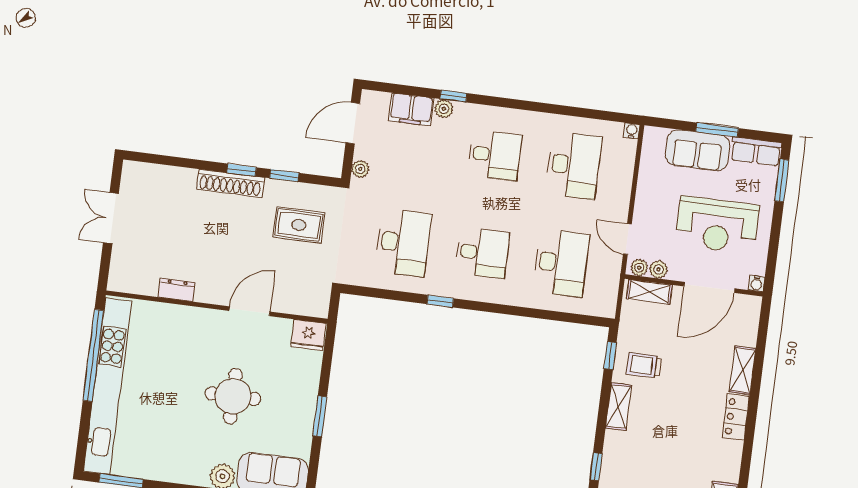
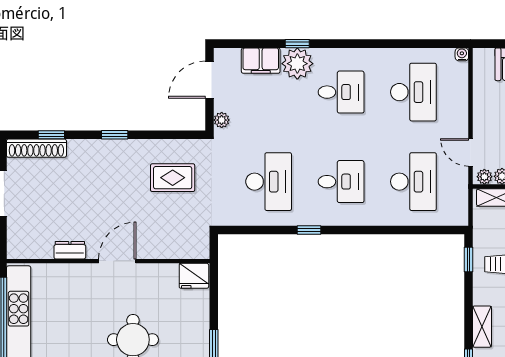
plant: (444, 109) -> (297, 64), width x1.88, depth x1.88
window: (284, 175) -> (51, 135), moved
shoe rack: (230, 183) -> (36, 148), moved
door: (249, 311) -> (117, 261), moved
shelving: (619, 407) -> (482, 327), moved

